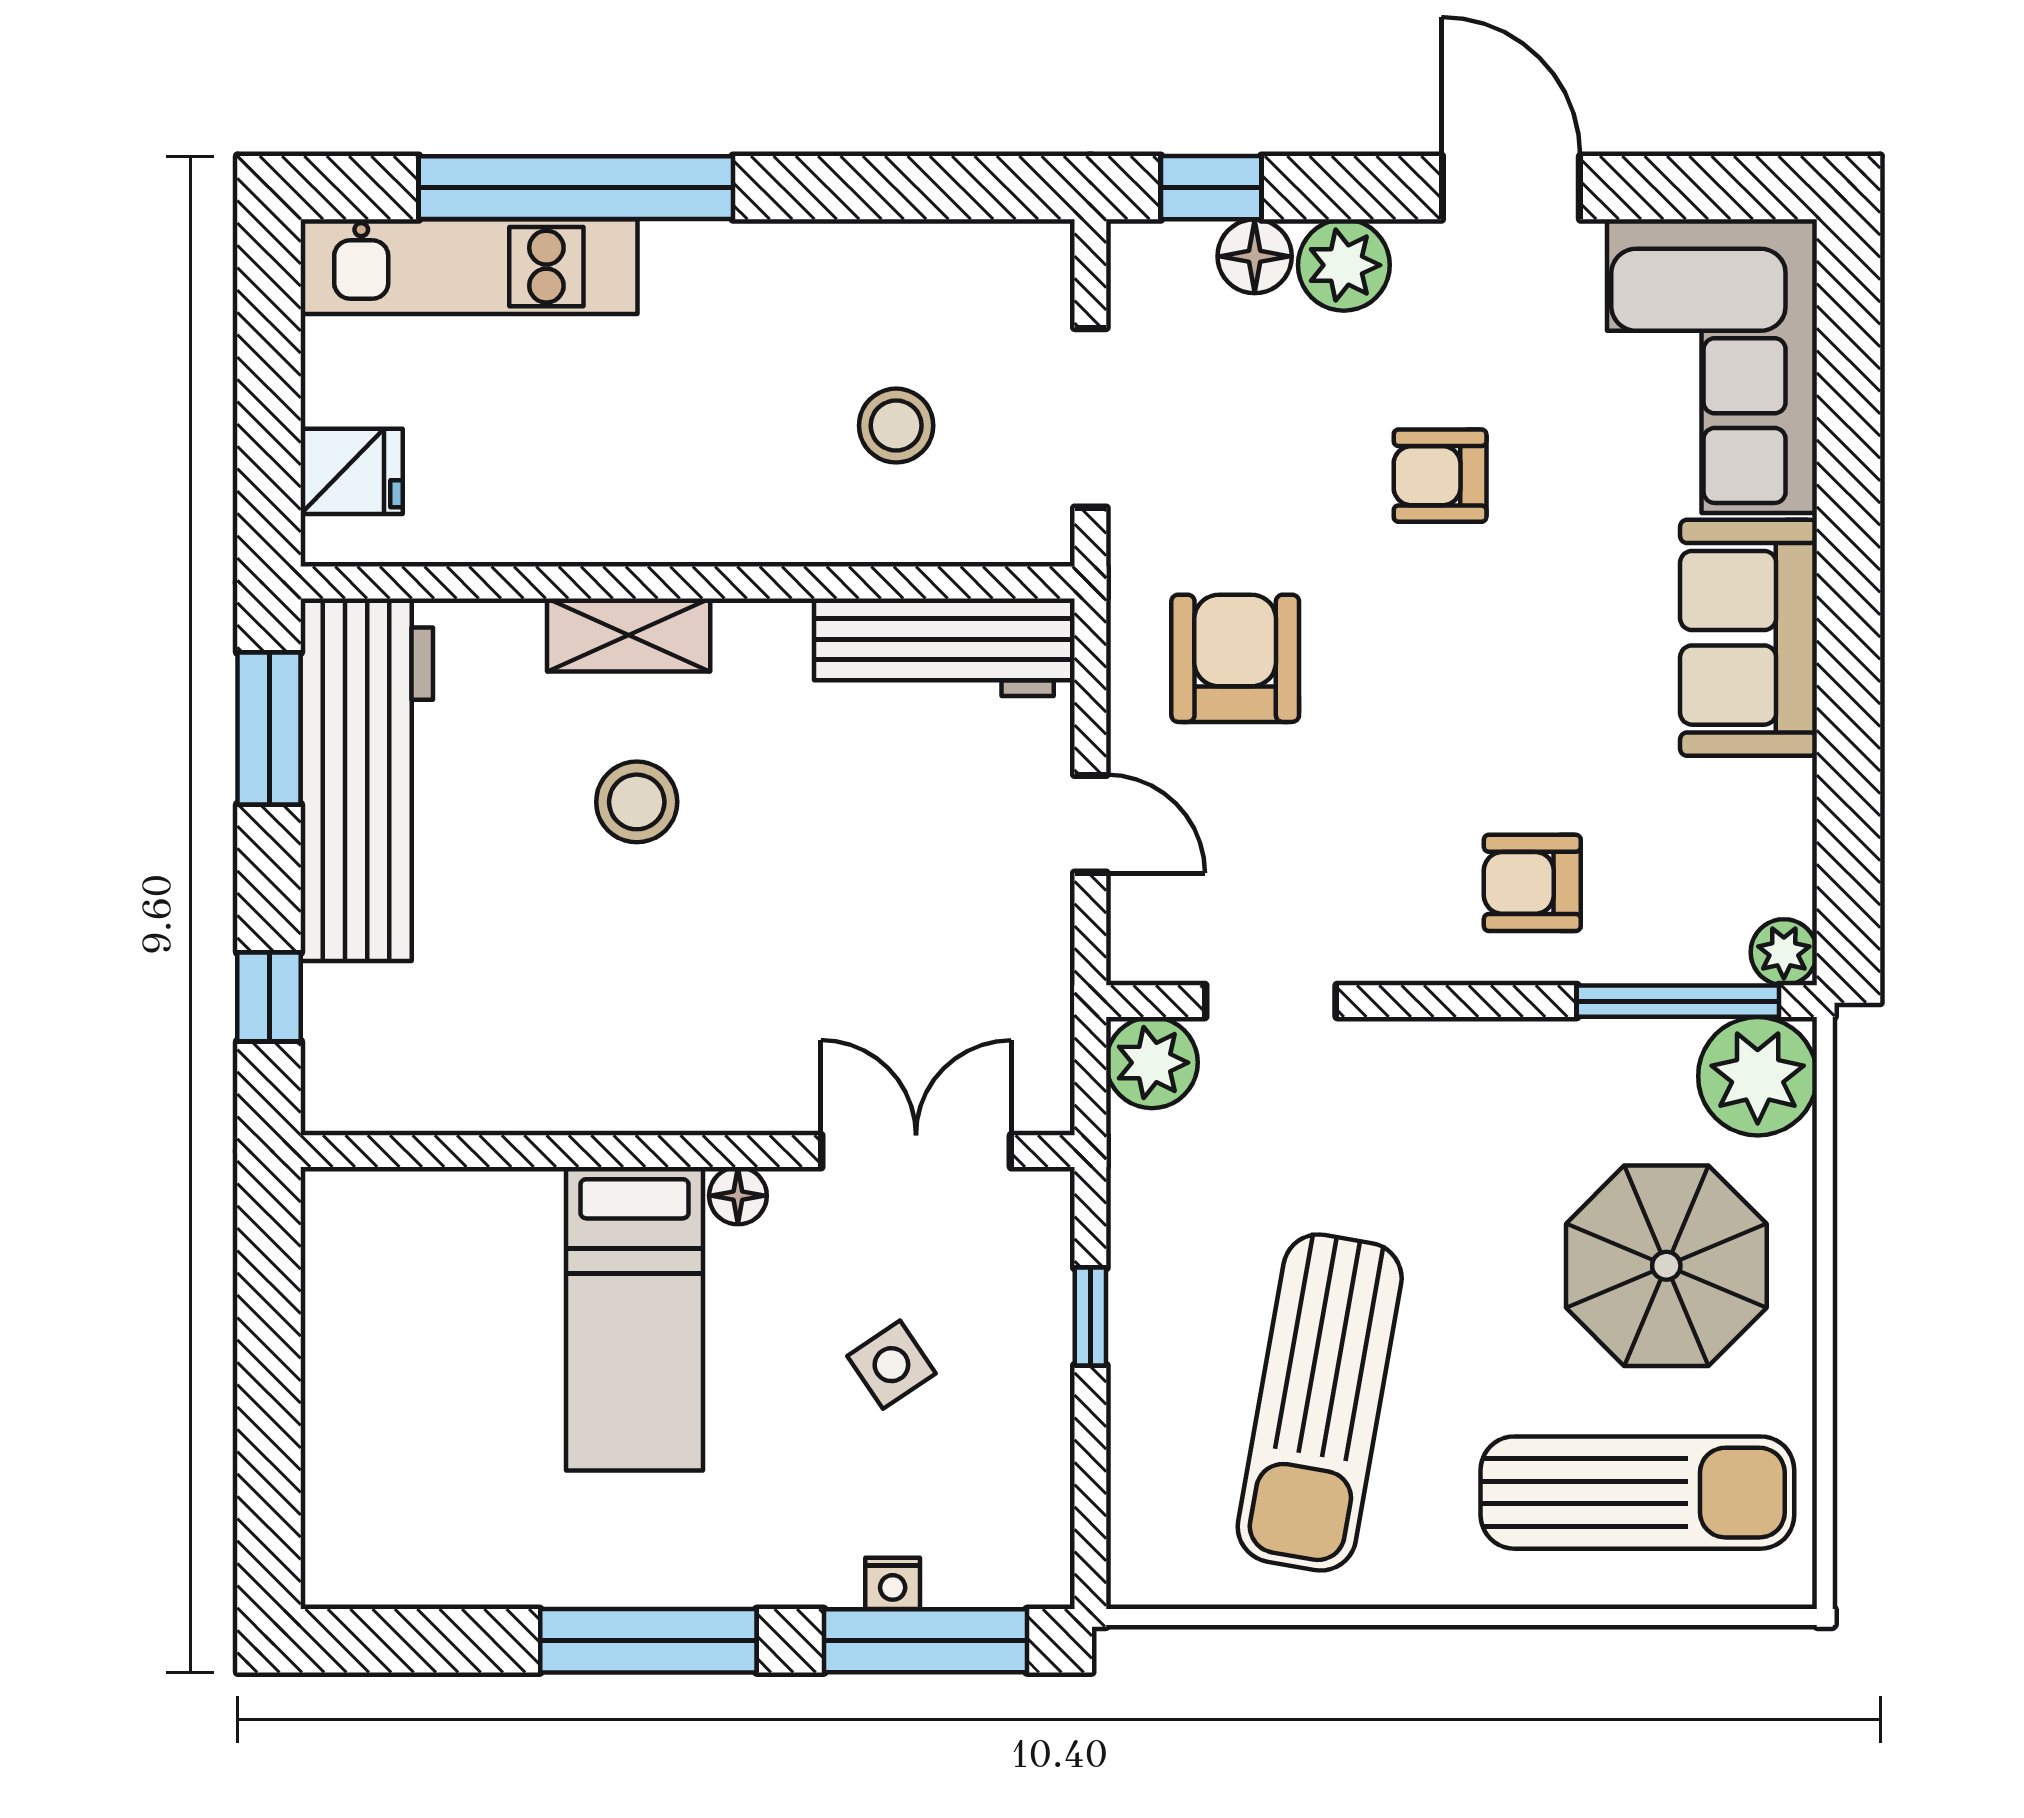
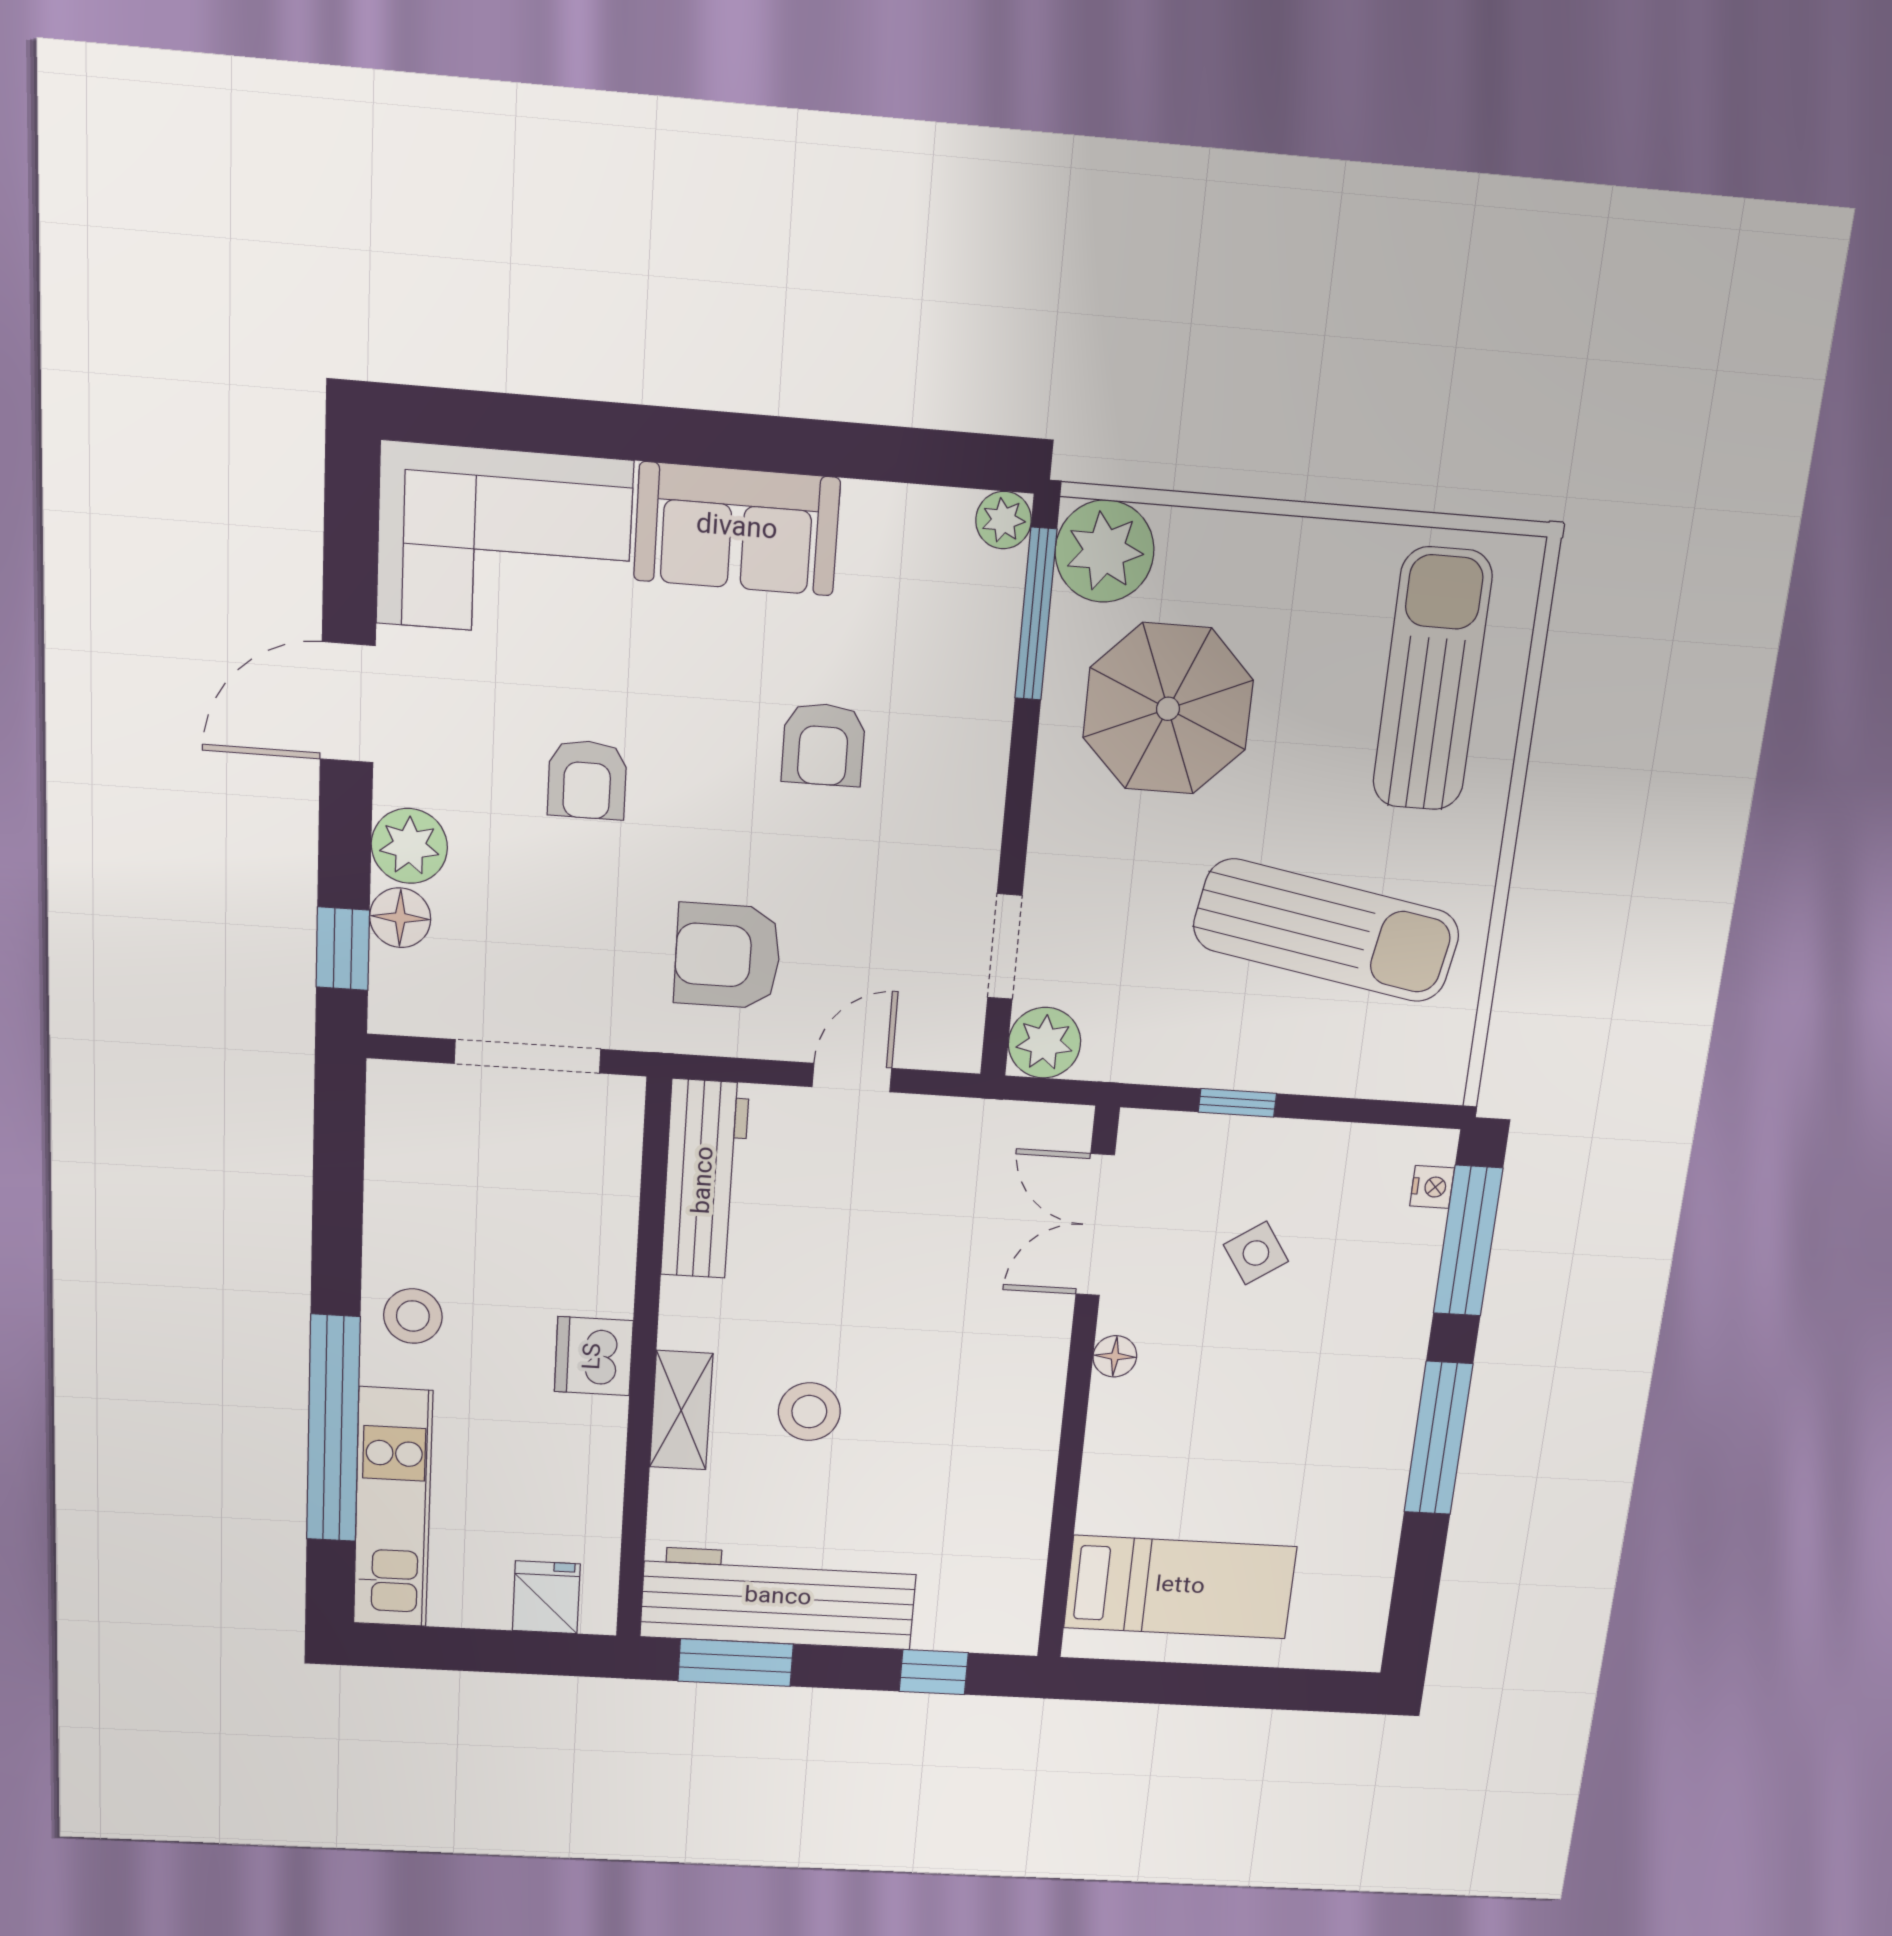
stool: (896, 426) -> (413, 1316), moved
dishwasher: (697, 518) -> (594, 1356), added
armchair: (1532, 883) -> (823, 744), moved
parasol: (1666, 1266) -> (1168, 709), moved
bed: (635, 1319) -> (1180, 1587), moved
nightstand: (893, 1583) -> (1432, 1187), moved

